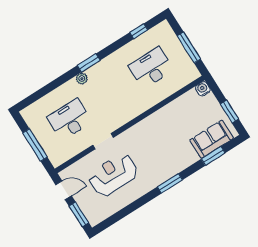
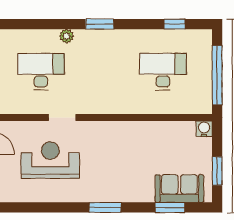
window: (189, 47) -> (217, 75), width x1.46
plant: (82, 79) -> (67, 36), moved

